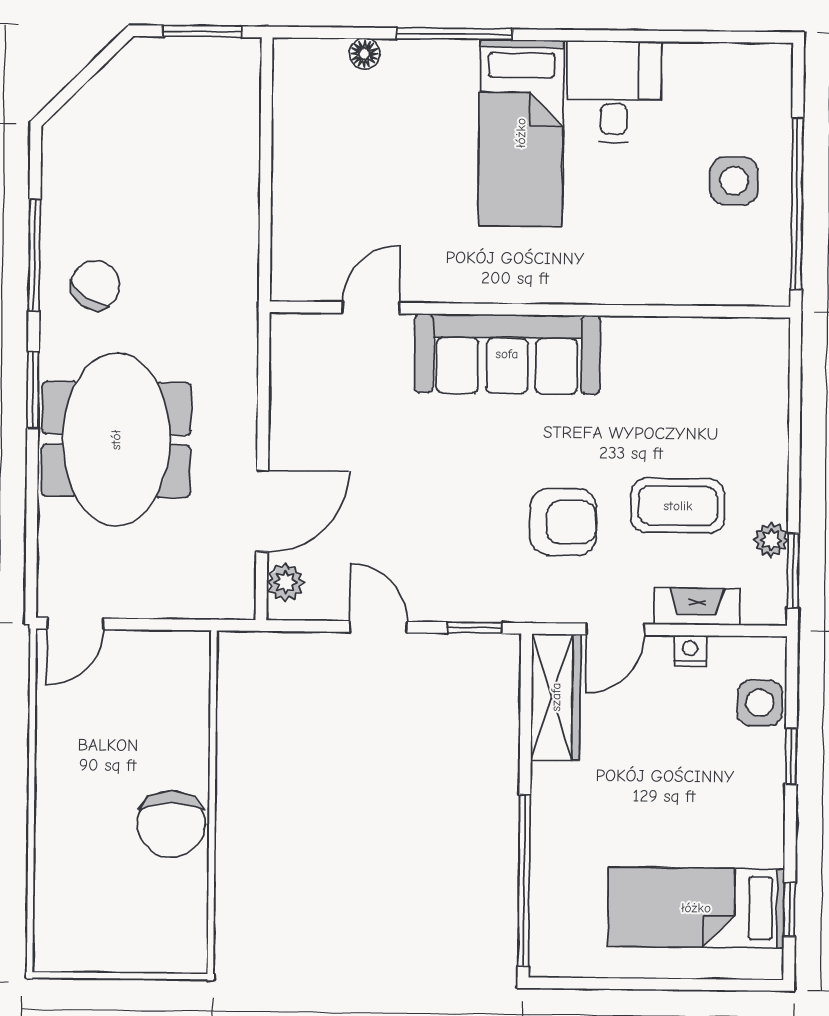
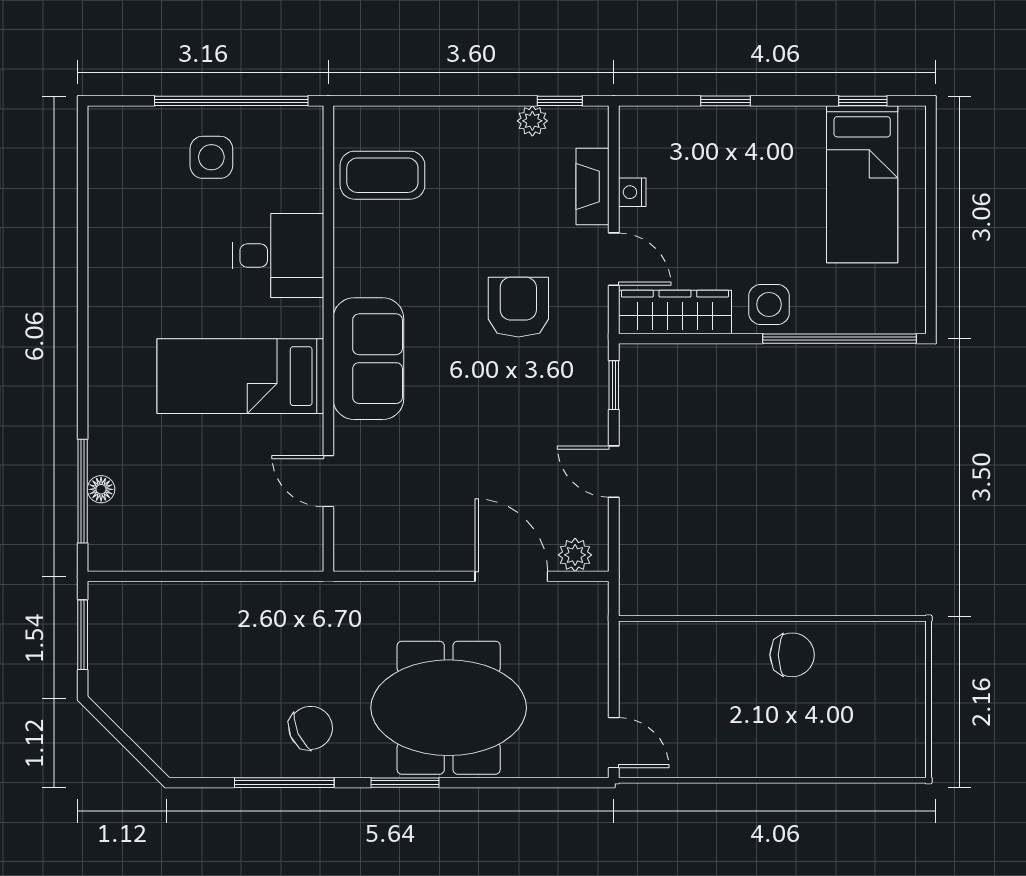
window: (454, 34) -> (83, 491), moved
desk: (614, 92) -> (278, 256), moved, turned 180
bed: (521, 133) -> (240, 376), moved, turned 180
chair: (95, 285) -> (311, 728), turned 122
sofa: (507, 354) -> (368, 359), width x0.73
coffee table: (678, 506) -> (382, 175), moved, turned 90
window: (793, 571) -> (560, 101), width x0.67
door: (378, 627) -> (614, 472), hinge flipped
side table: (760, 703) -> (769, 304), moved
chair: (171, 824) -> (792, 655), width x0.73, depth x0.73

